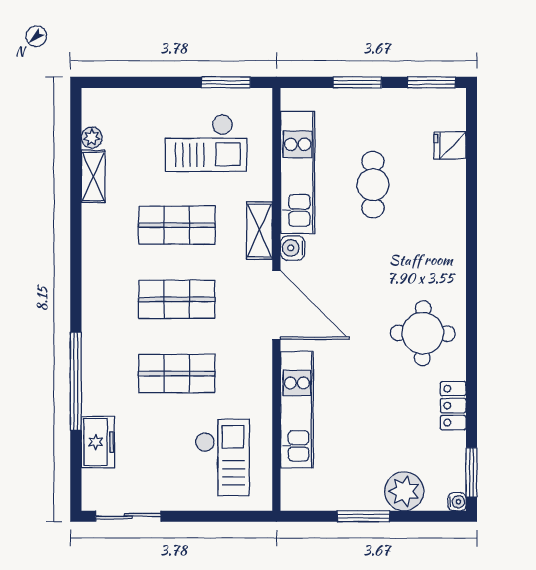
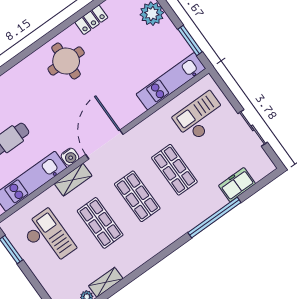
kitchen unit: (297, 410) -> (171, 81), moved
sliding door: (128, 516) -> (253, 128), moved
window: (363, 516) -> (190, 41), moved

